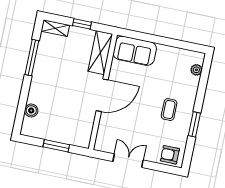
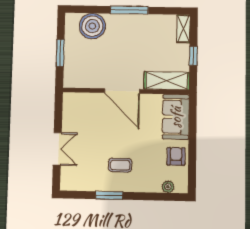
window: (32, 58) -> (129, 10), moved
boiler: (31, 110) -> (92, 26), width x1.86, depth x1.86
armchair: (170, 155) -> (176, 156), moved
double door: (128, 161) -> (57, 149), moved

